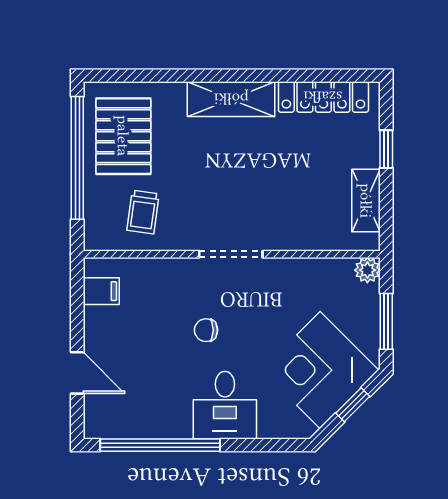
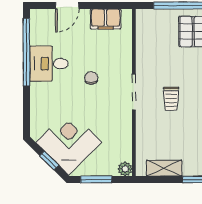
trolley: (143, 212) -> (171, 99), moved, turned -98
filing cabinet: (101, 291) -> (106, 19), width x2.00
desk: (225, 405) -> (49, 64), moved

